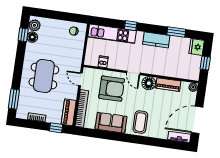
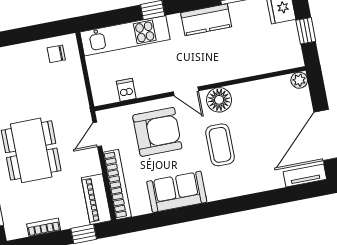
door: (80, 79) -> (97, 134), hinge flipped
piano: (168, 85) -> (254, 91), removed
coffee table: (140, 122) -> (220, 145), moved

